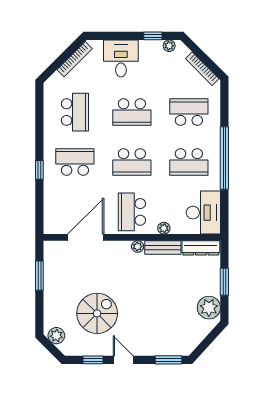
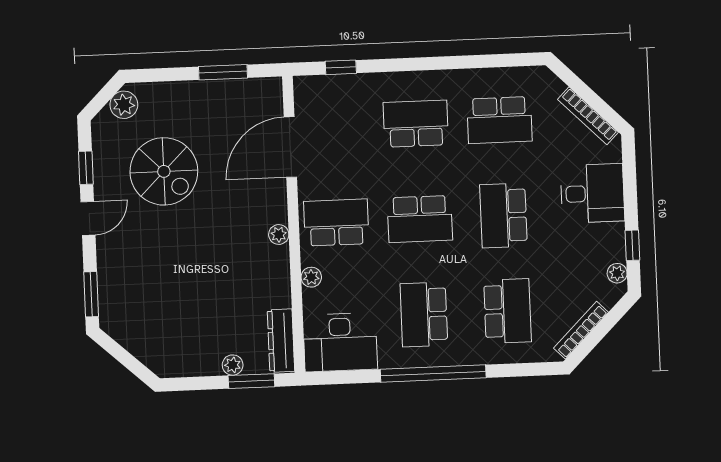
school desk: (75, 162) -> (416, 124), turned -90
school desk: (132, 162) -> (420, 219), turned -90
window: (39, 170) -> (341, 67), moved
door: (86, 237) -> (290, 147), swing flipped
bench: (163, 247) -> (279, 277), removed
window: (224, 282) -> (251, 381), moved
plant: (209, 308) -> (233, 365), moved, width x0.53, depth x0.53

